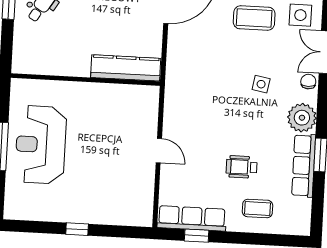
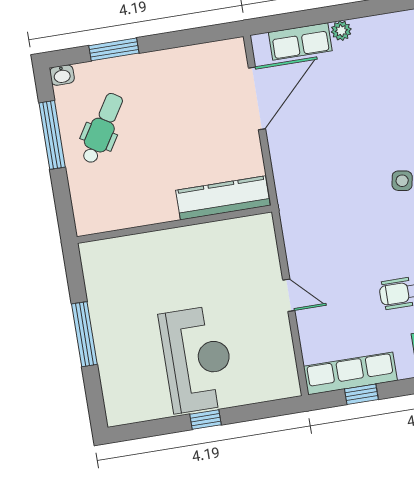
coffee table: (254, 18) -> (375, 97), removed
reception desk: (41, 145) -> (197, 359), moved, turned 180

